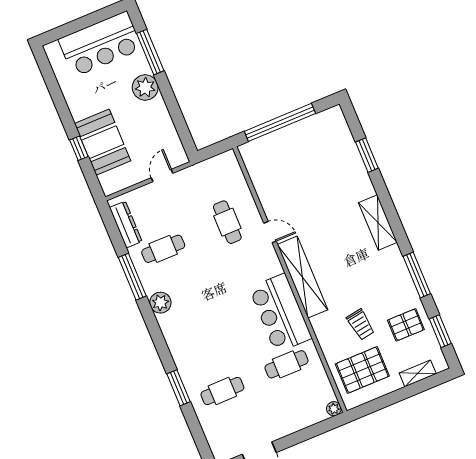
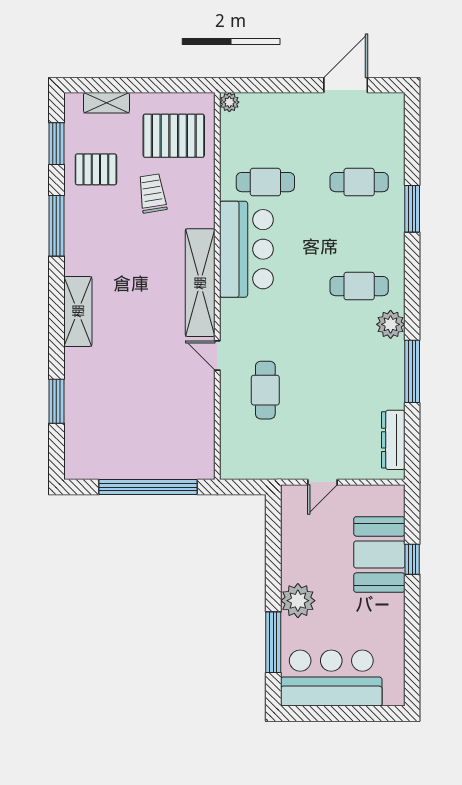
cafe table: (163, 249) -> (359, 286), moved

